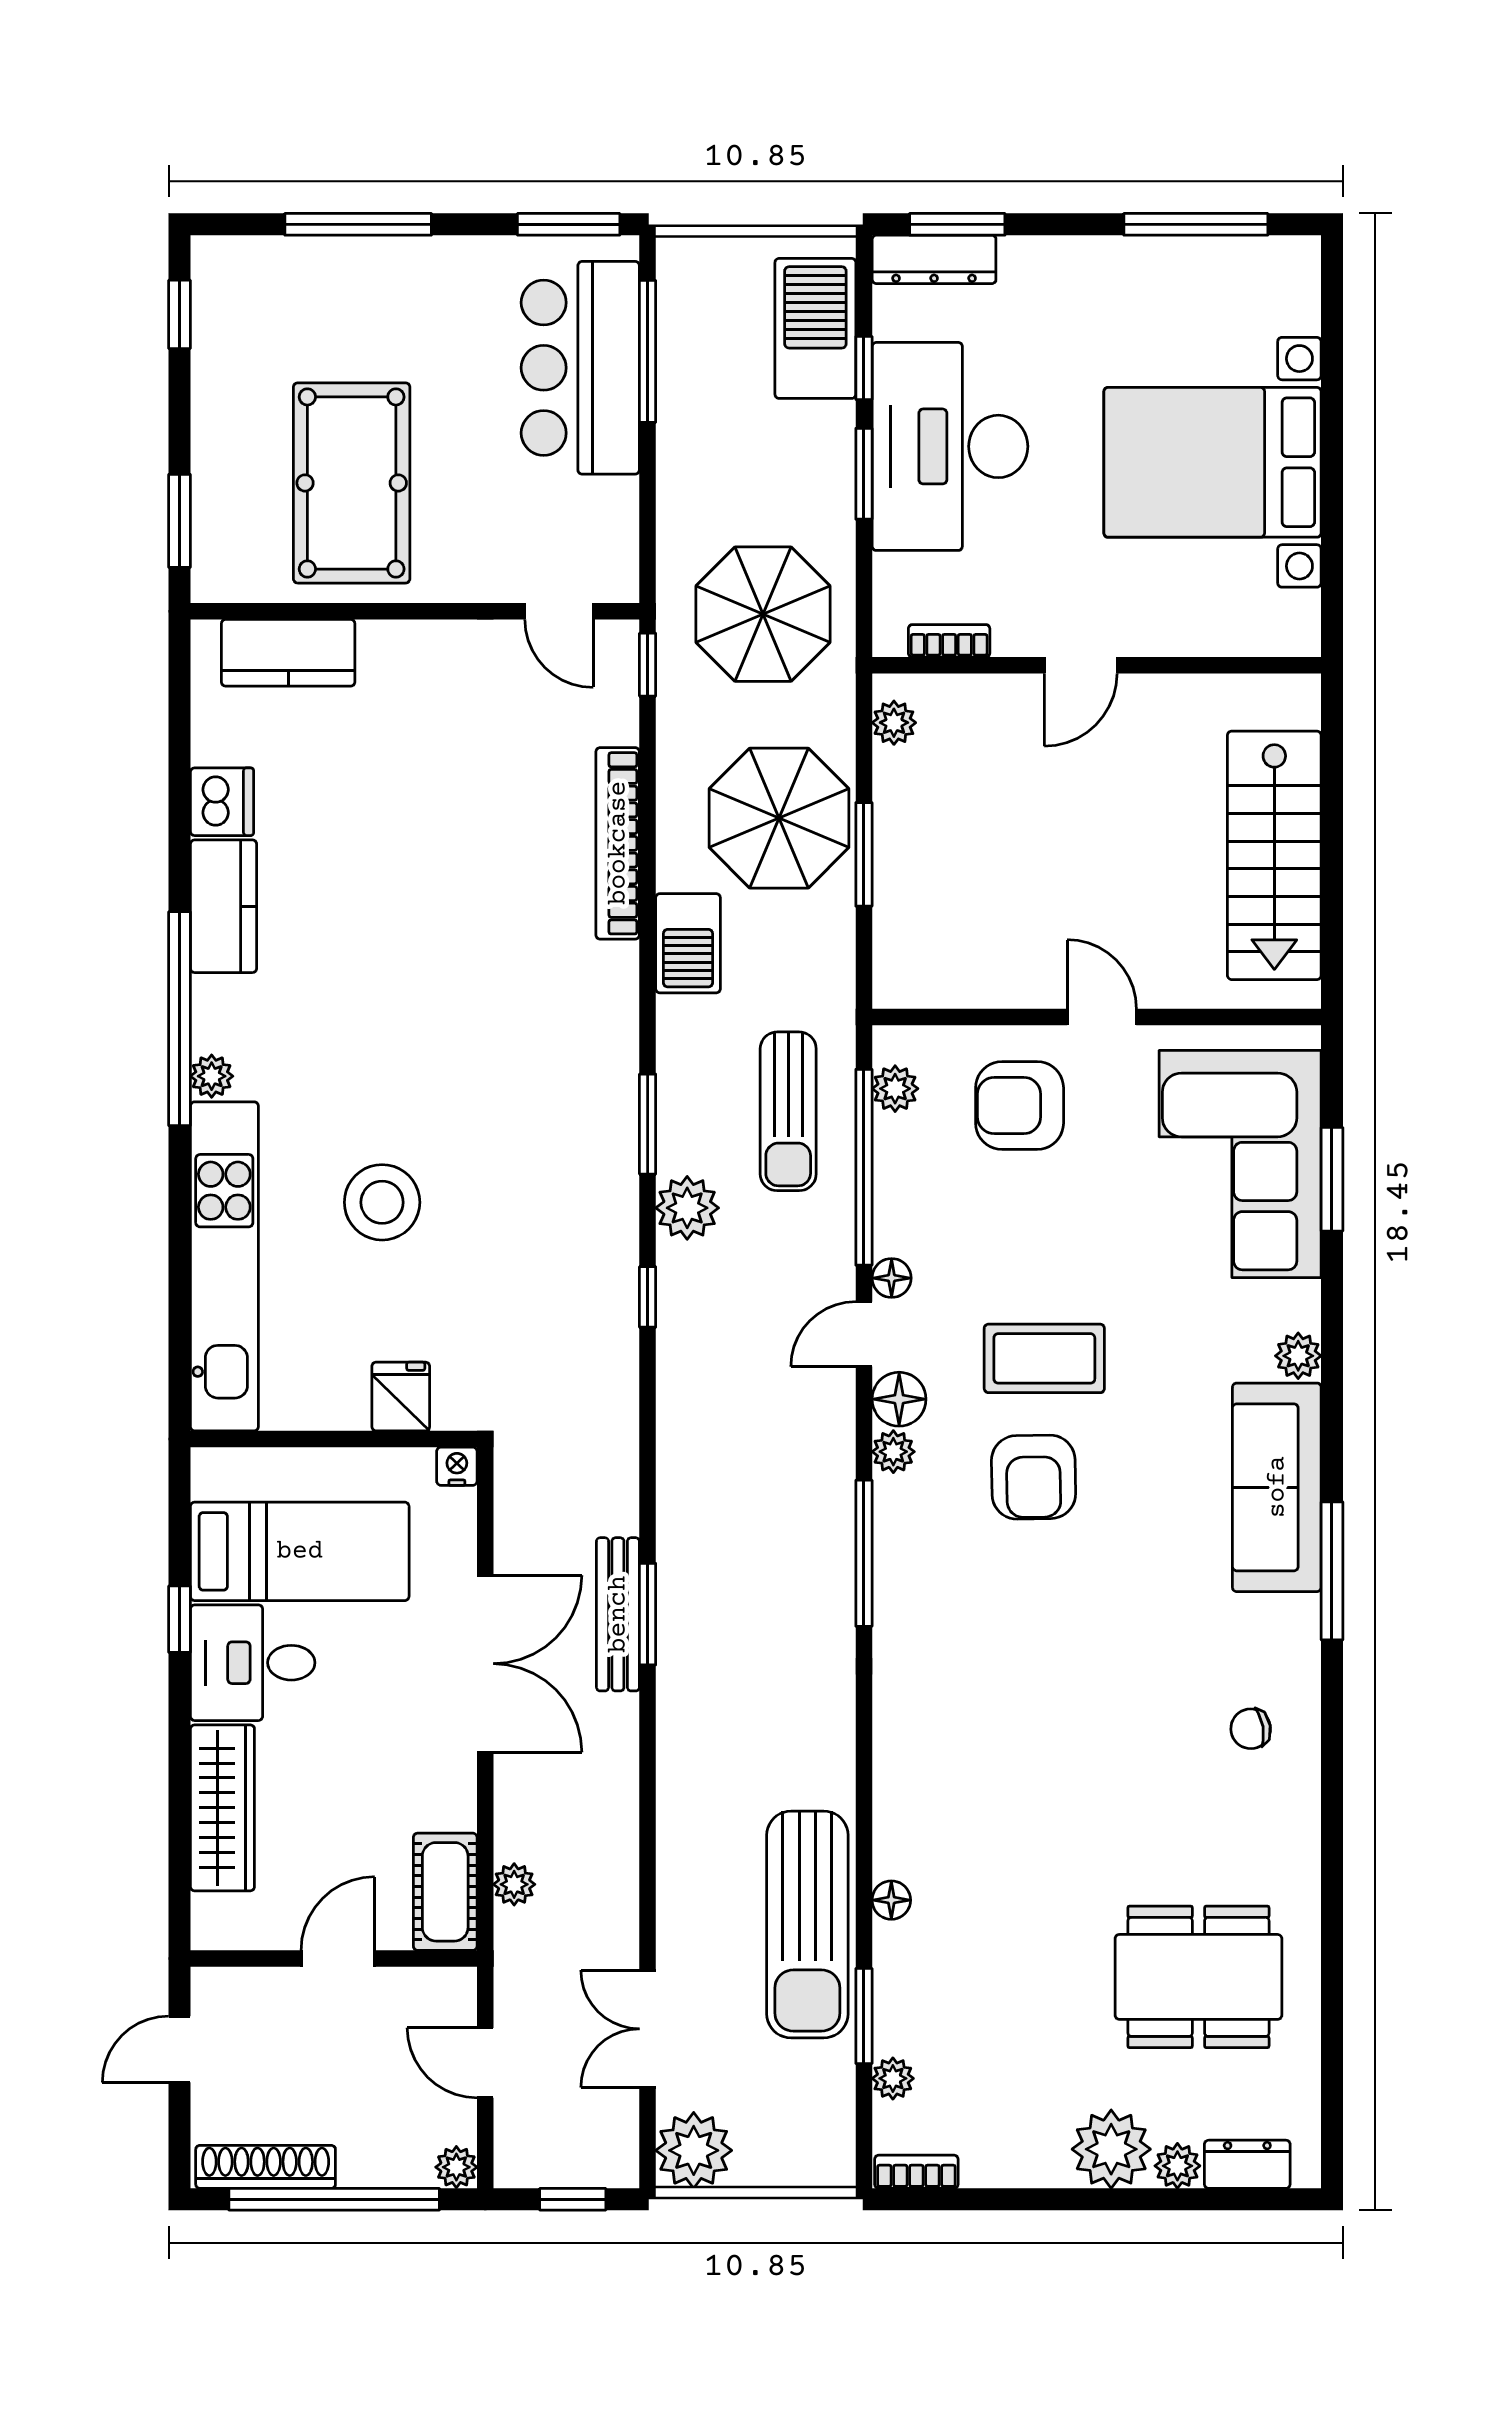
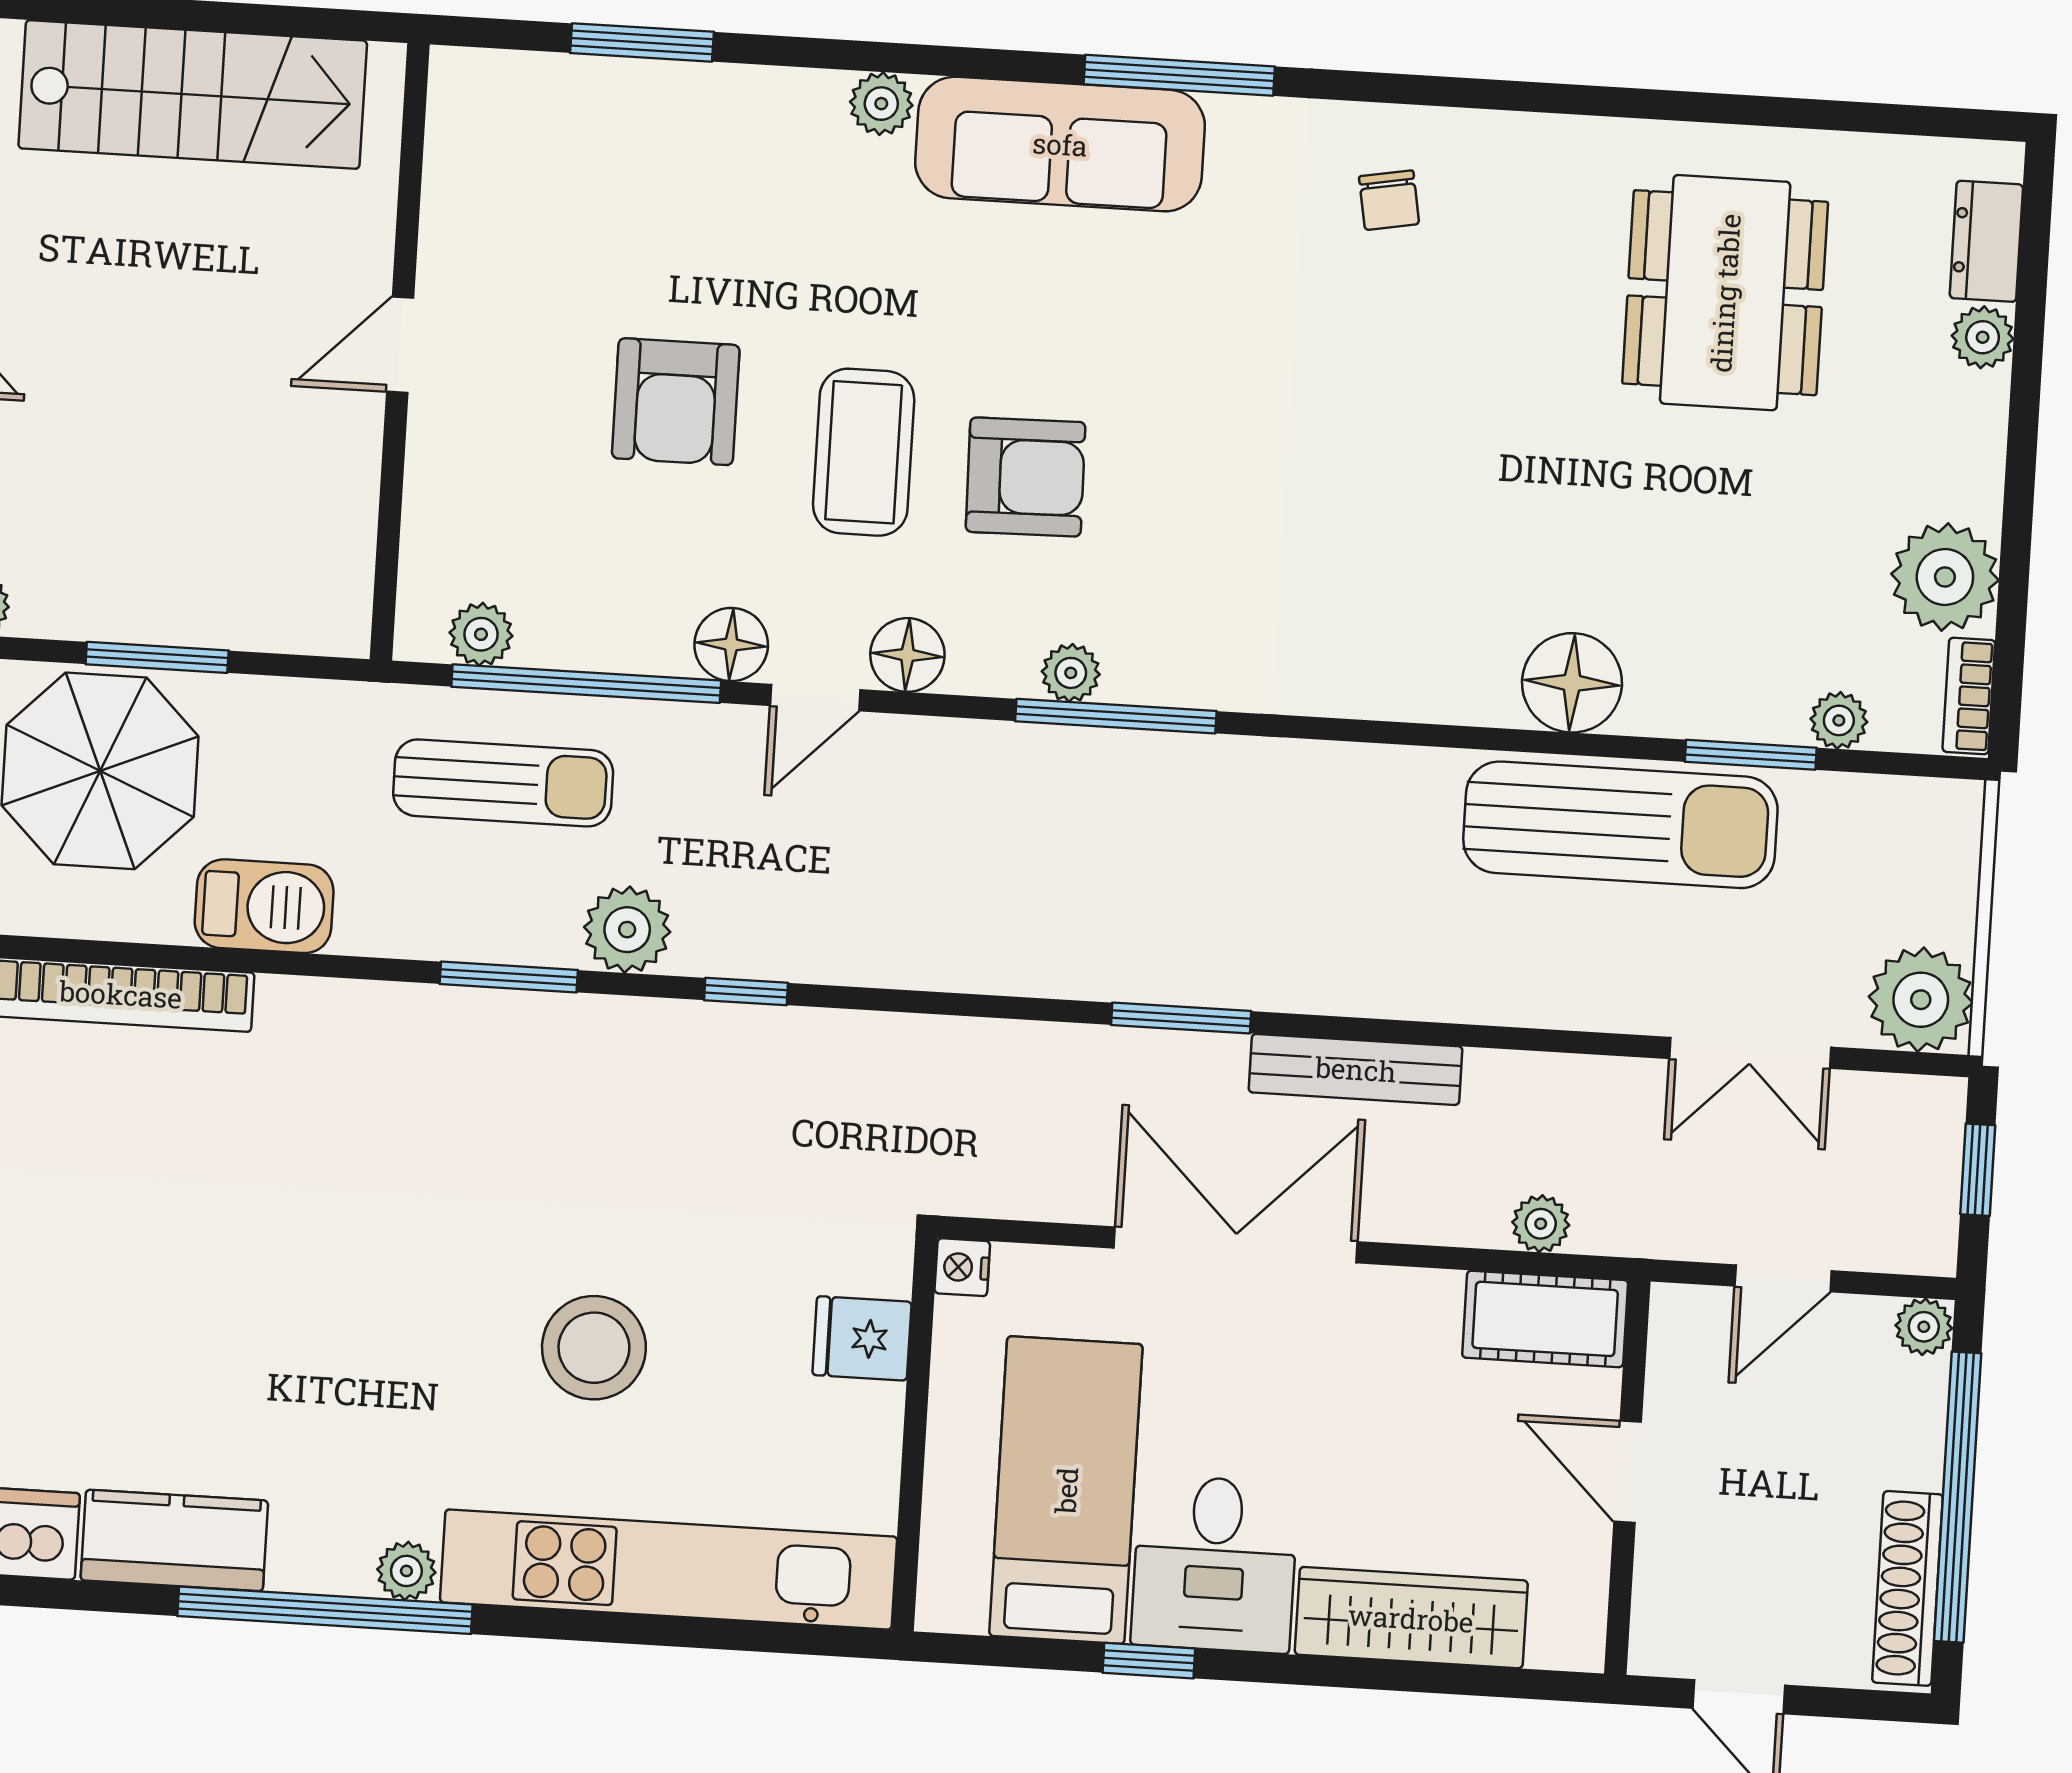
armchair: (1020, 1105) -> (676, 402), moved
corner sofa: (1240, 1164) -> (613, 167), removed
floor lamp: (892, 1278) -> (731, 645), width x1.37, depth x1.37
door: (864, 1334) -> (815, 698), hinge flipped
plant: (893, 1452) -> (1071, 673), moved
bench: (618, 1614) -> (1356, 1069), moved
floor lamp: (891, 1900) -> (1572, 683), width x1.89, depth x1.89
plant: (1111, 2149) -> (1945, 577), moved

